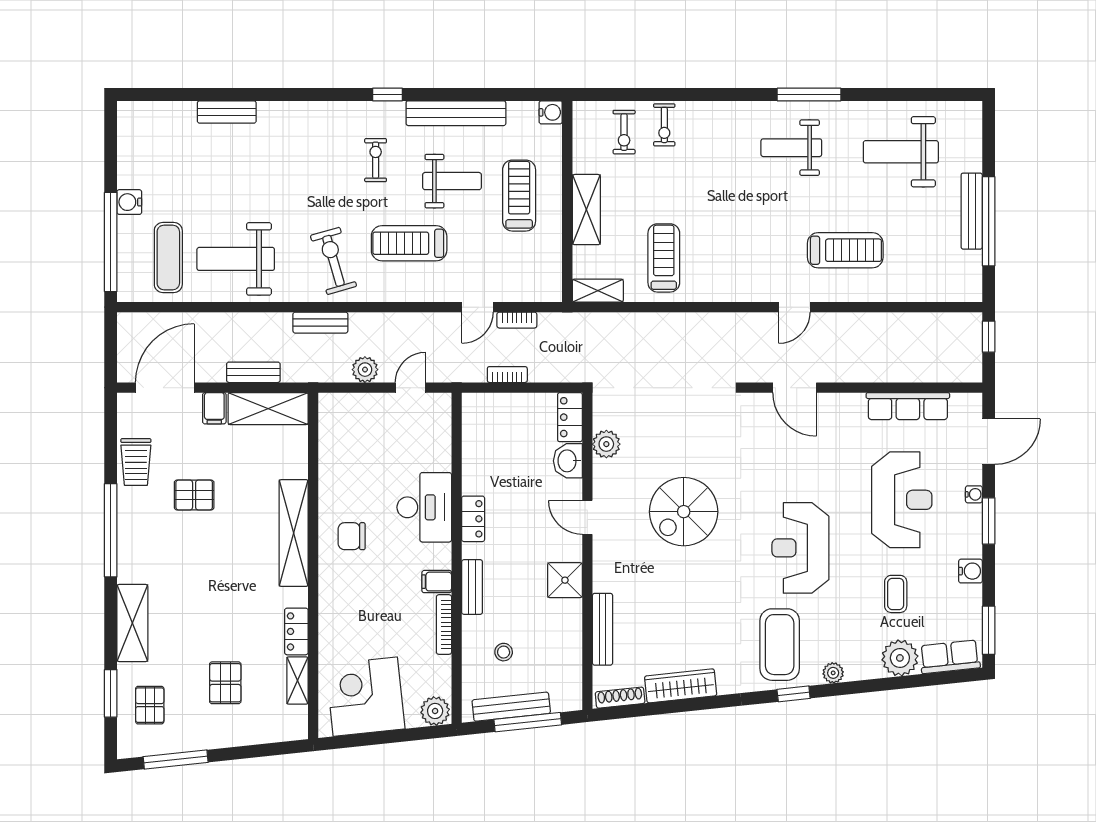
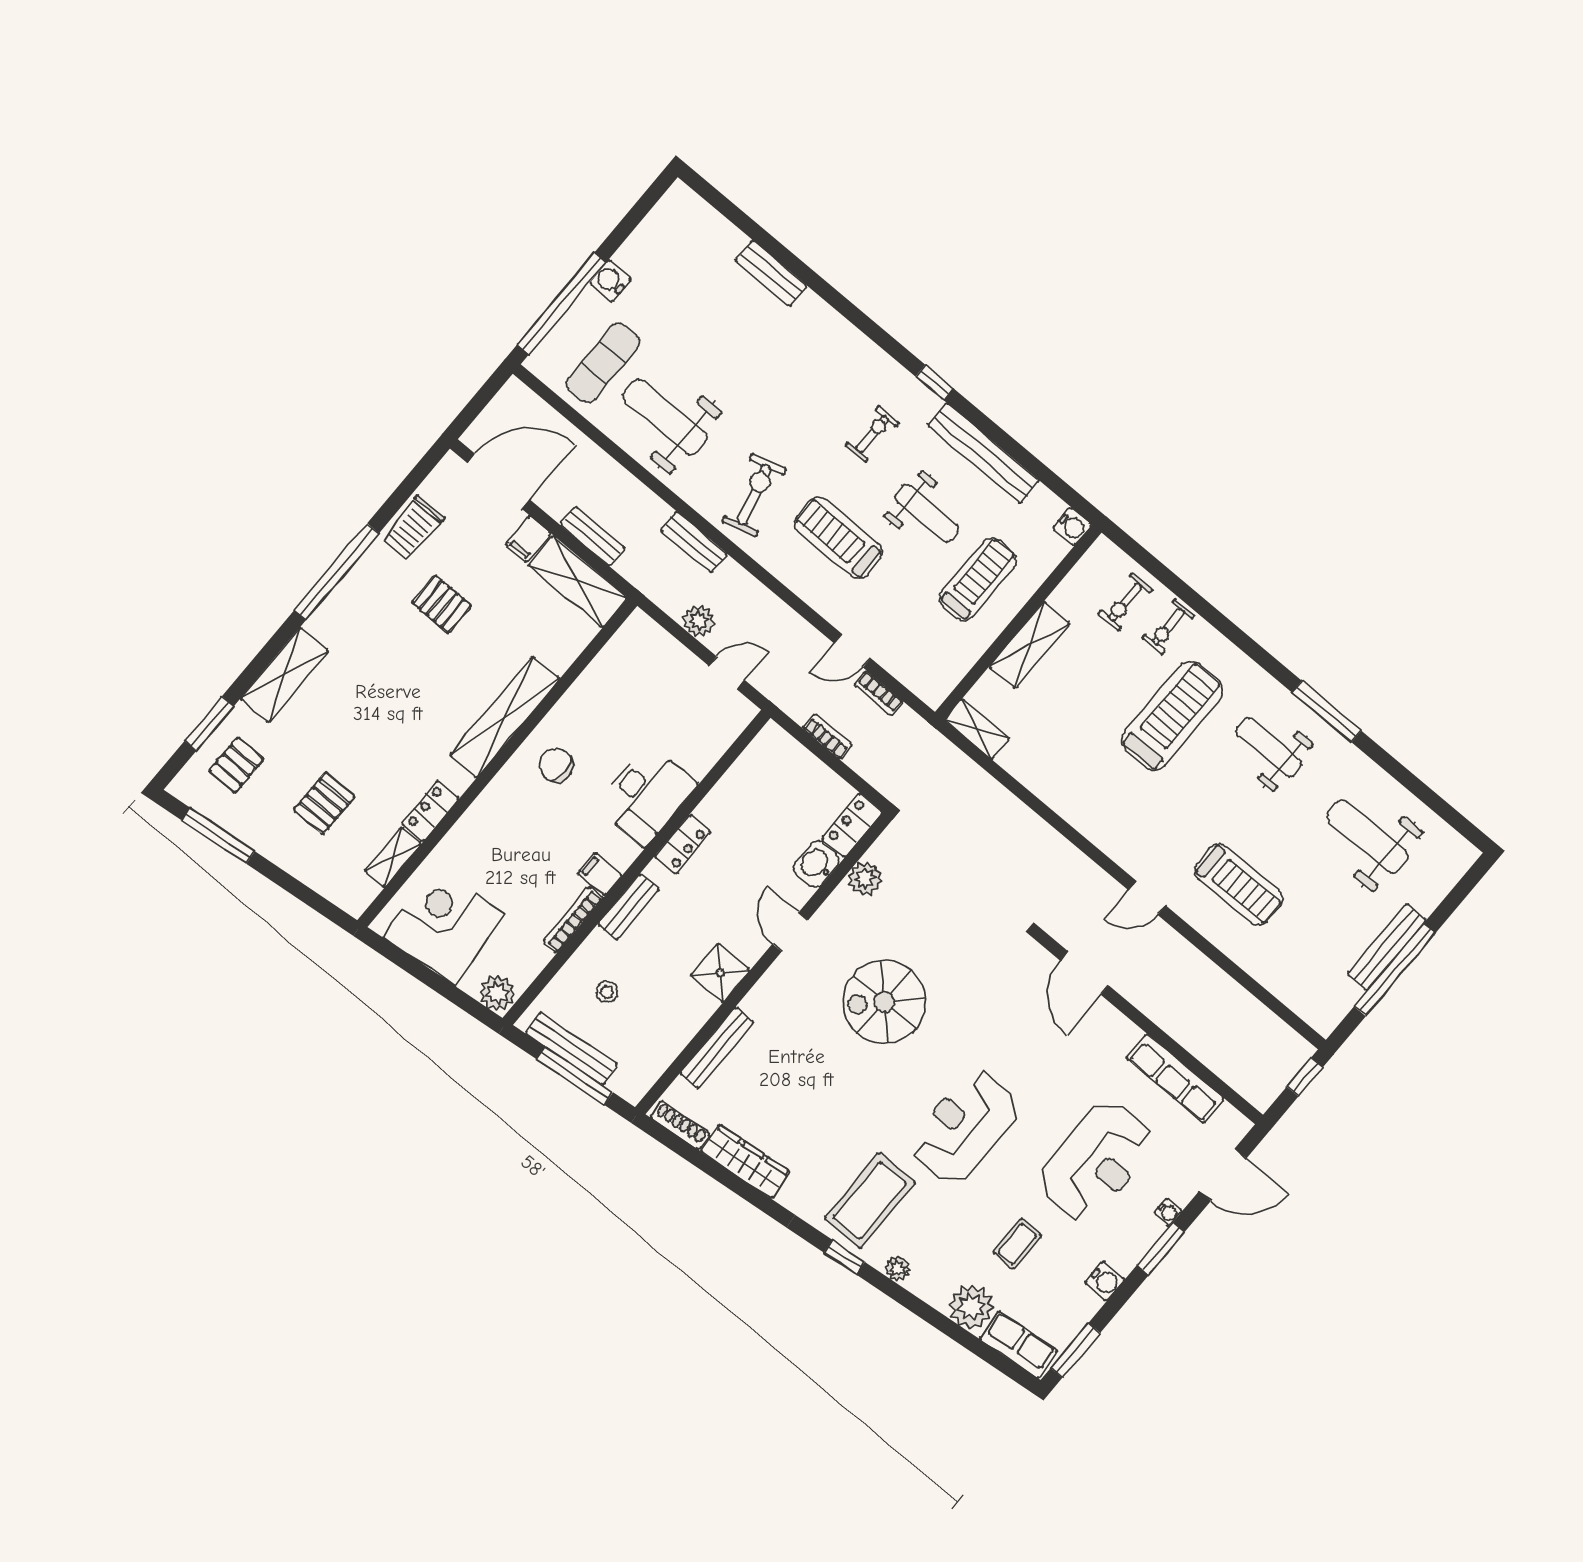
treadmill: (664, 258) -> (1172, 716), moved, width x1.37, depth x1.38

